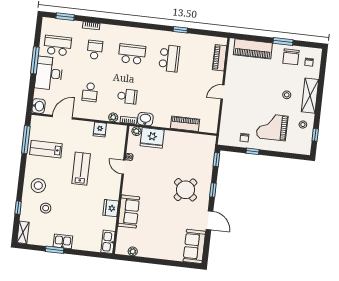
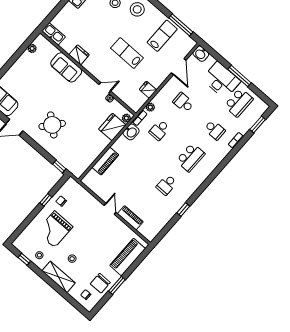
chair: (291, 57) -> (100, 283), turned -90
school desk: (169, 58) -> (167, 185), width x0.54
piano: (220, 58) -> (130, 218), moved
grand piano: (272, 127) -> (54, 229), turned 180
lab bench: (81, 169) -> (127, 53), turned 180
window: (213, 190) -> (37, 147), removed

